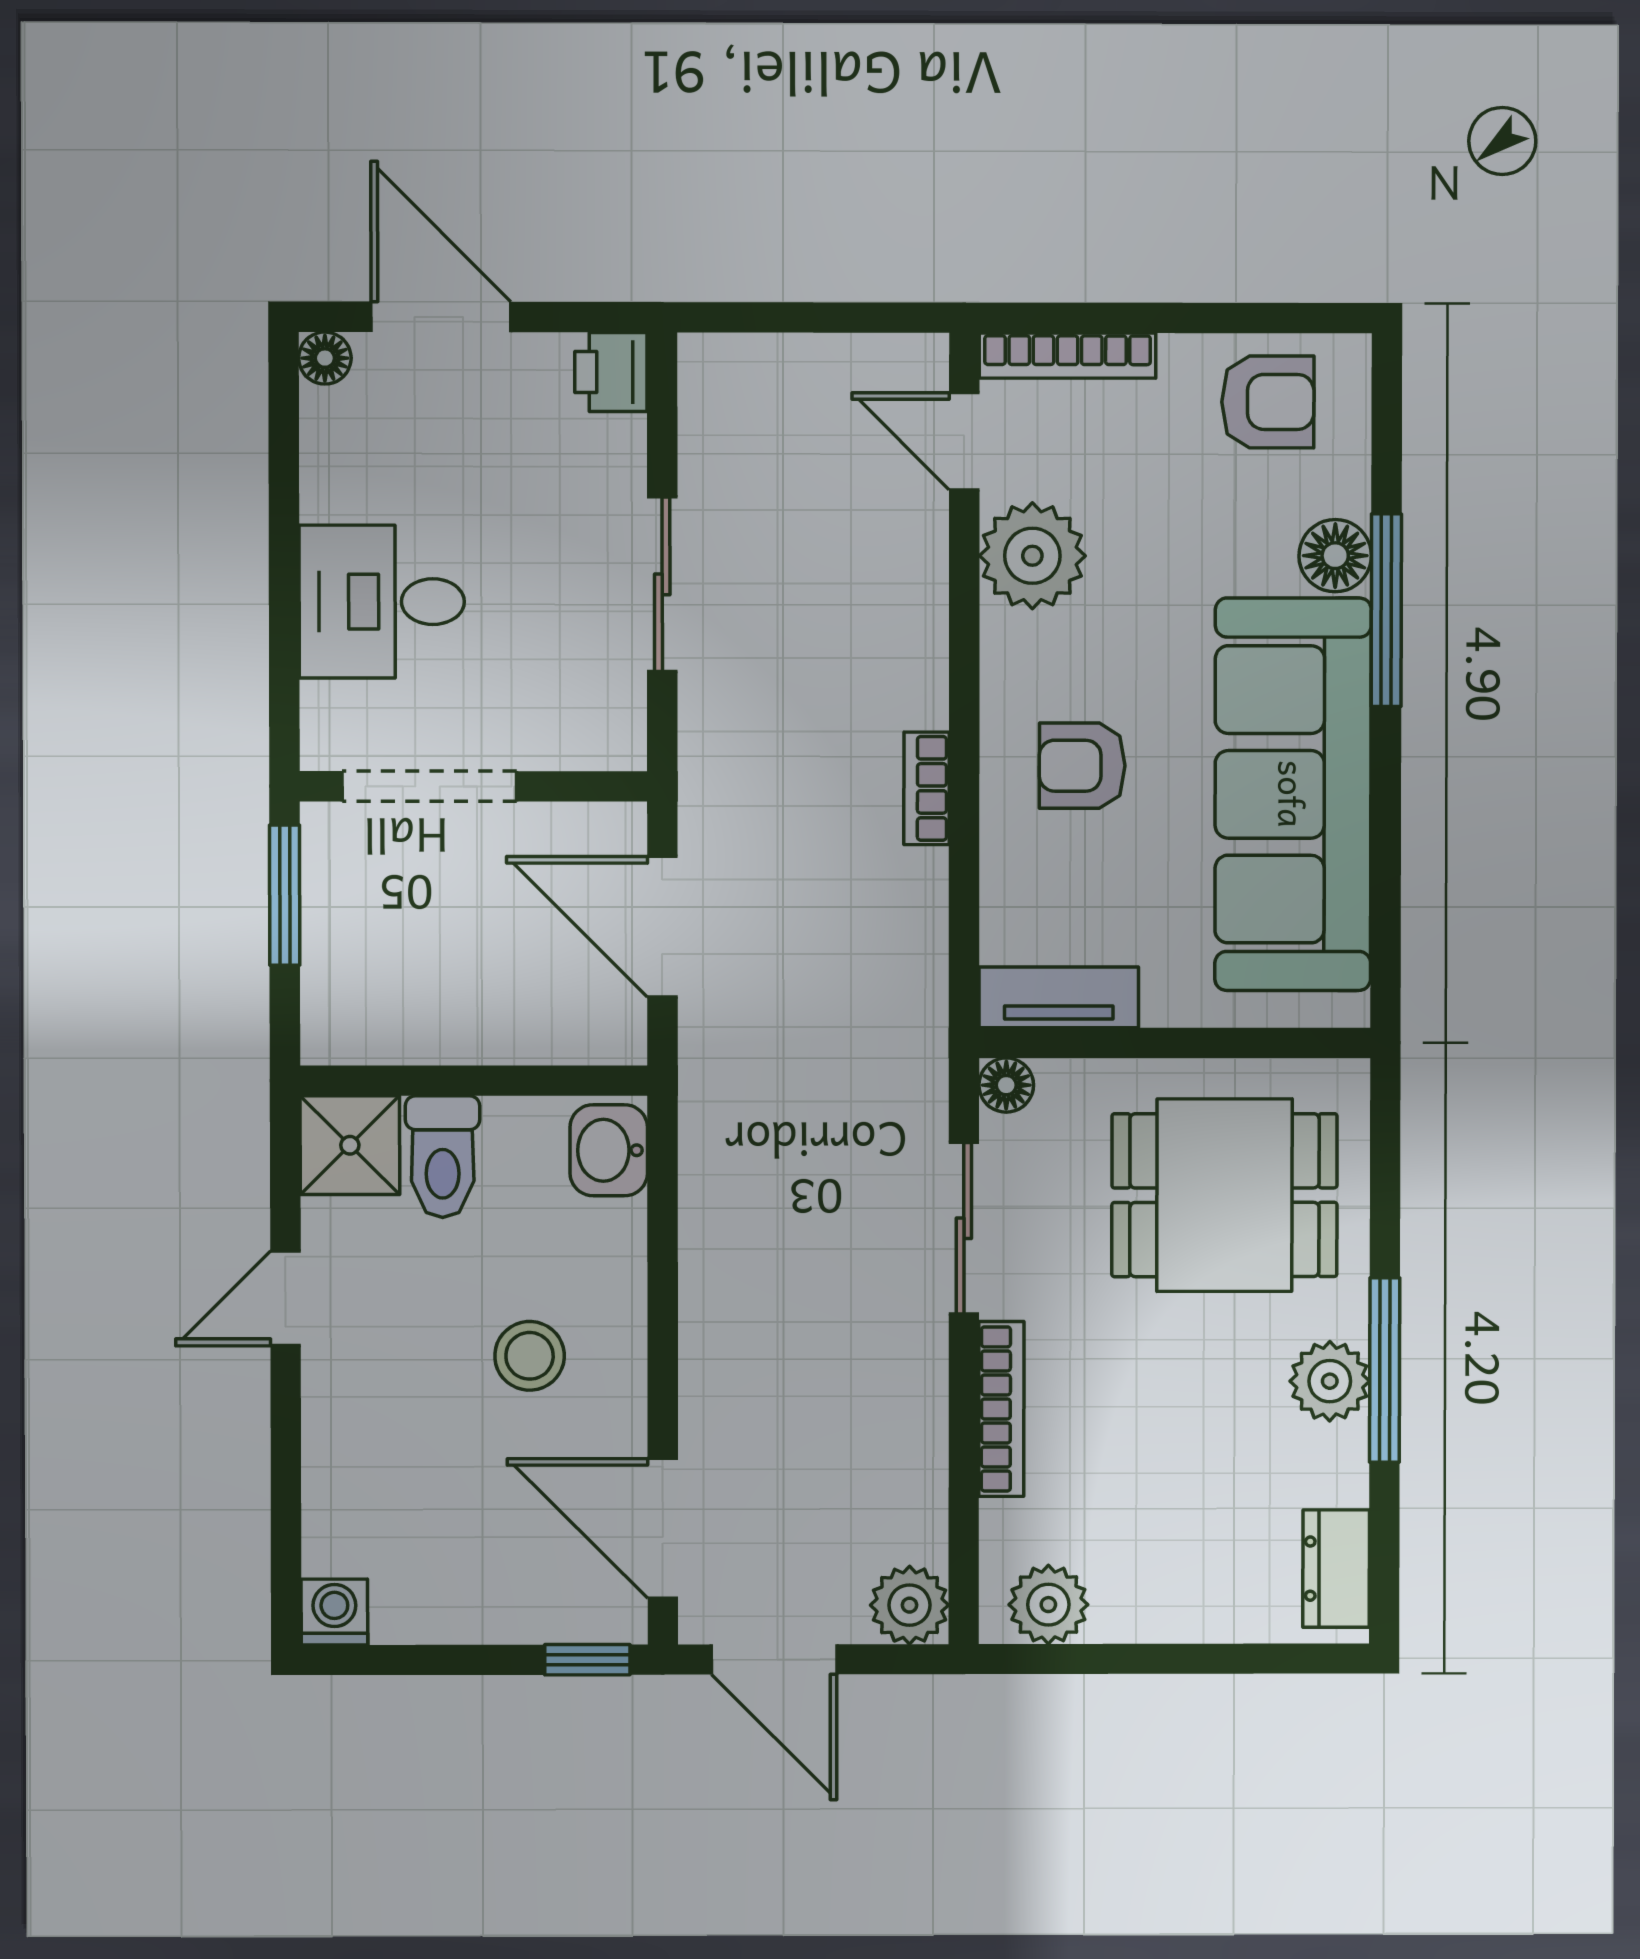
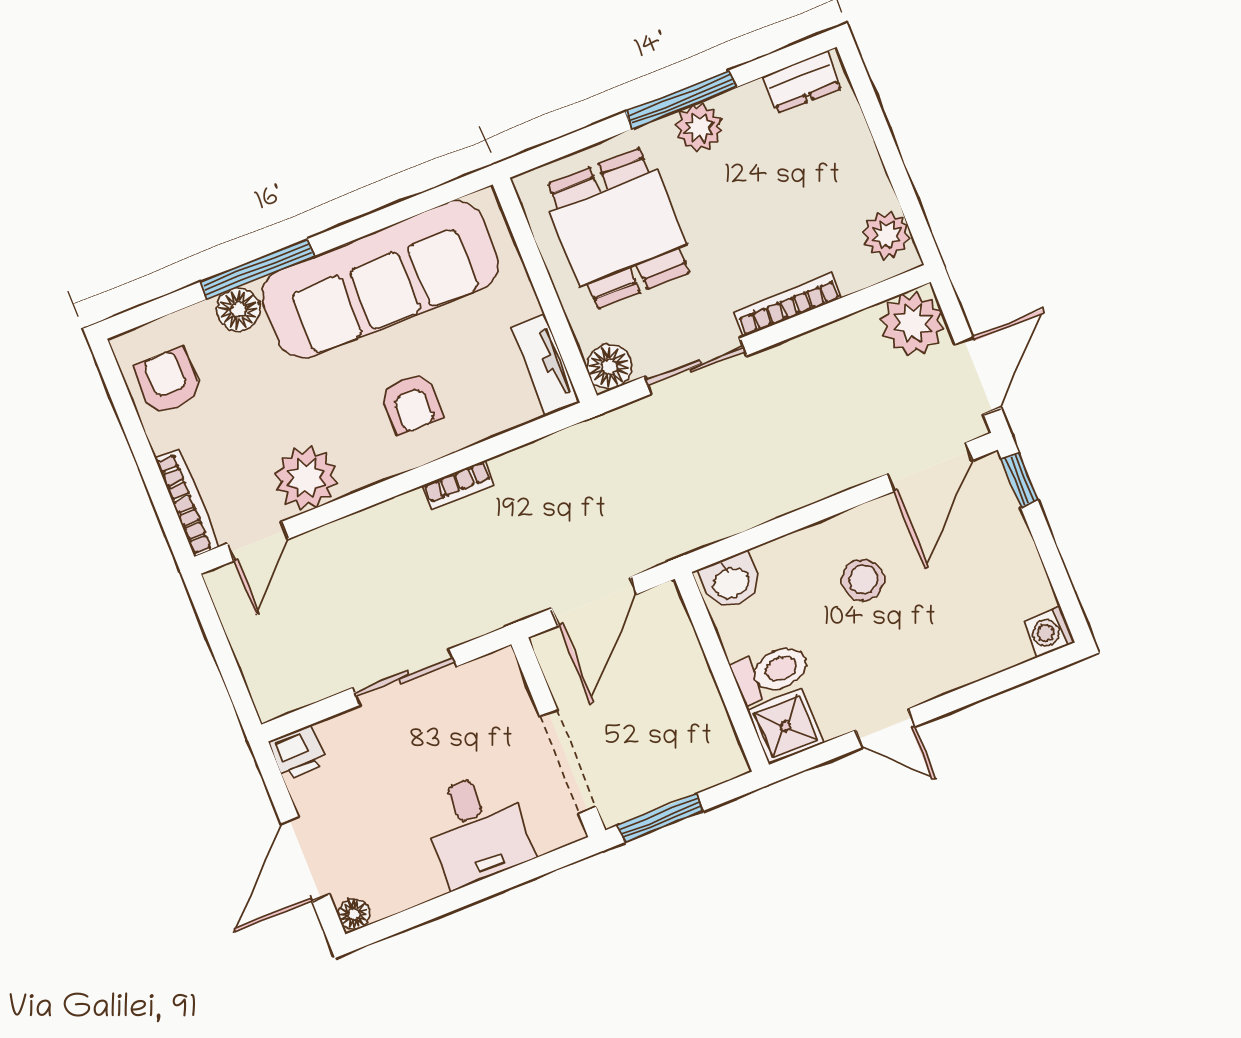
floor lamp: (1006, 1085) -> (609, 367), width x1.37, depth x1.37
plant: (909, 1605) -> (913, 323), width x1.36, depth x1.36

